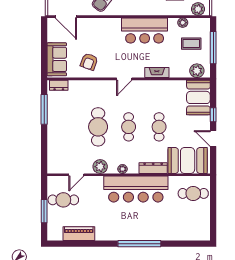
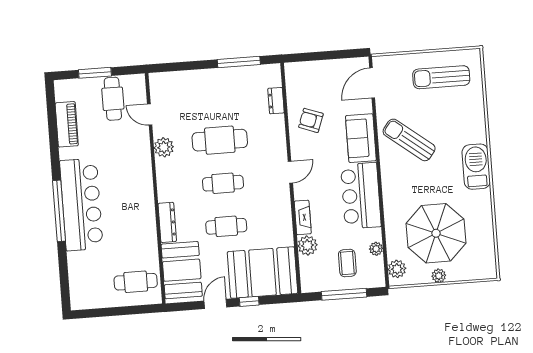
sofa: (57, 59) -> (361, 138), moved, turned 90
plant: (197, 71) -> (307, 245), moved
door: (124, 79) -> (290, 172), swing flipped
dresser: (59, 85) -> (276, 101), moved
booth: (198, 97) -> (263, 273), width x1.36, depth x1.42
plant: (123, 169) -> (163, 179), removed
bar counter: (136, 189) -> (81, 205), moved, turned 180
cafe table: (193, 193) -> (136, 282), turned 90

